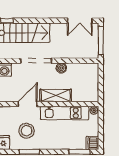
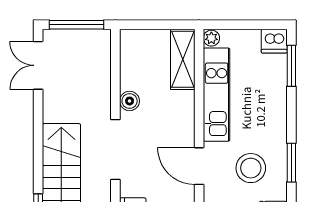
double door: (80, 21) -> (38, 65), swing flipped
shelving: (56, 96) -> (183, 59), moved

